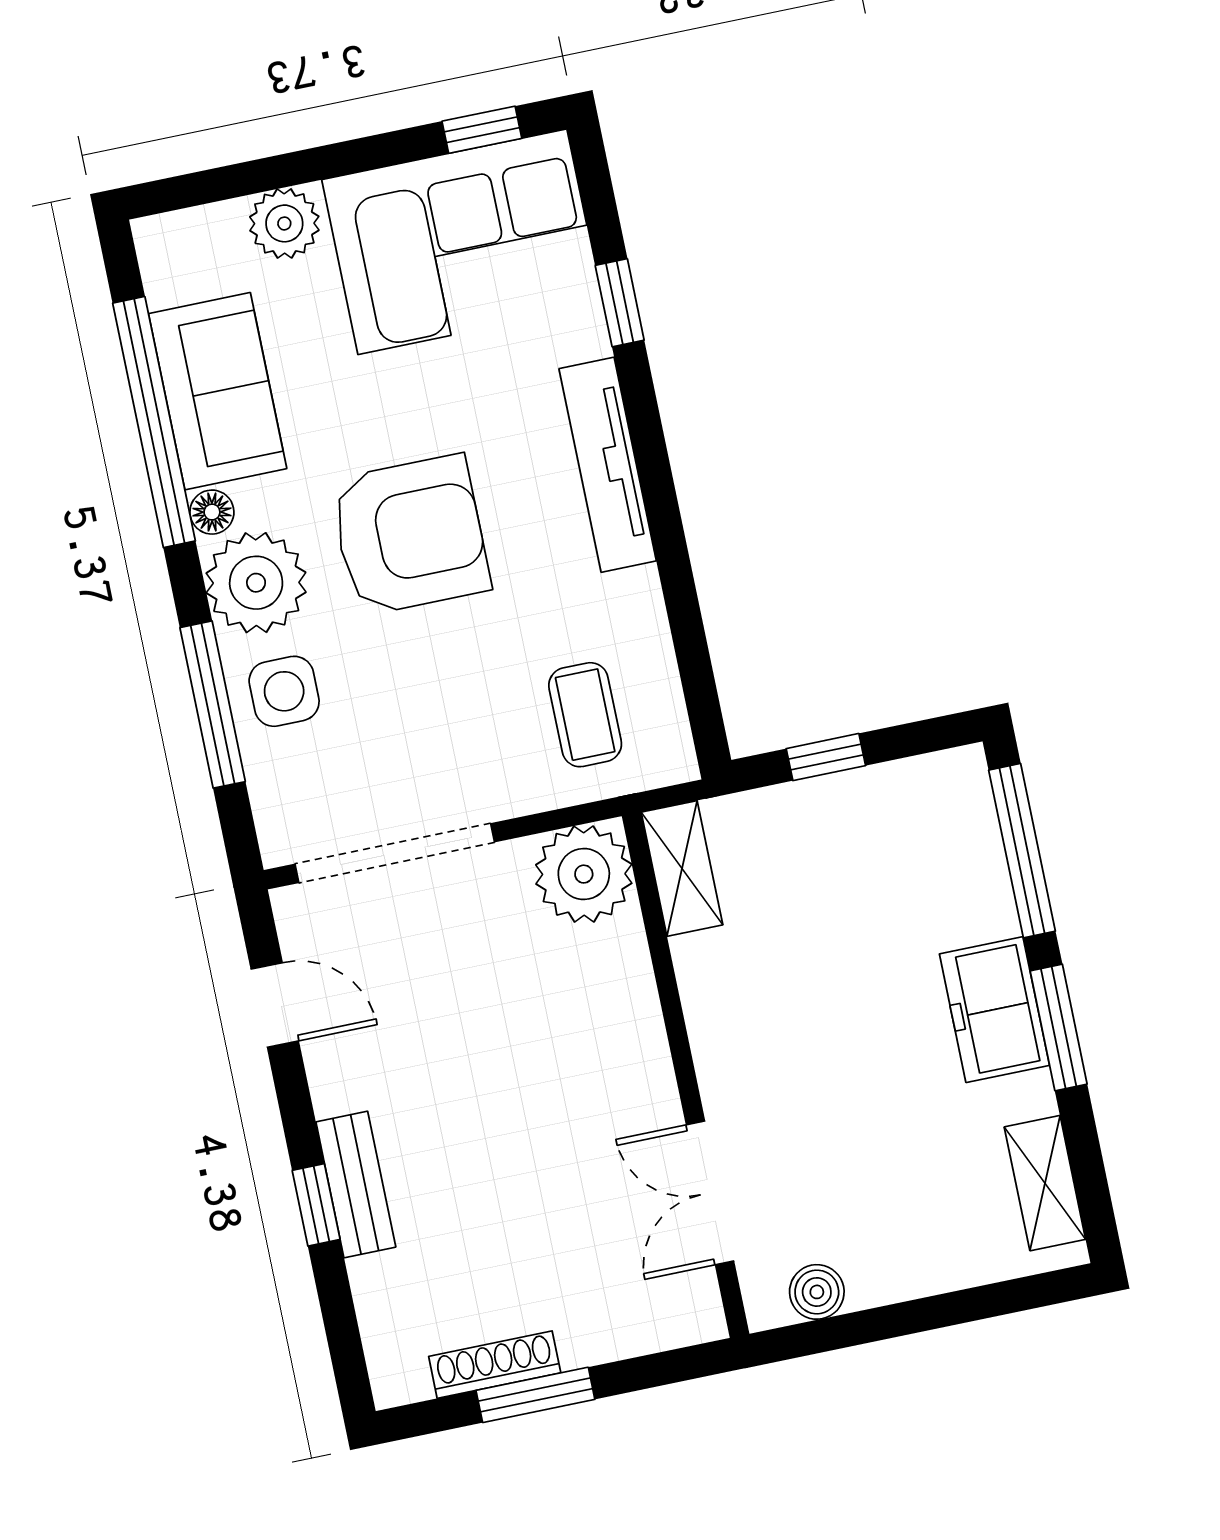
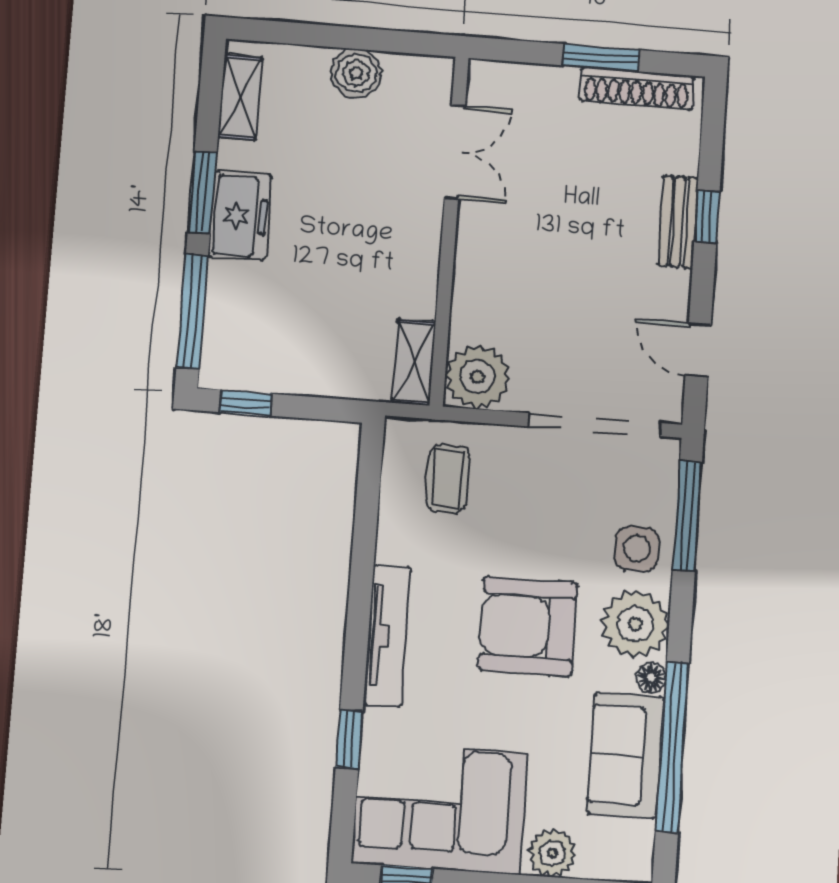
window: (213, 705) -> (687, 516), moved
window: (826, 757) -> (246, 403), moved
boiler: (817, 1292) -> (356, 73), moved, width x1.36, depth x1.36
shoe rack: (495, 1365) -> (637, 88), width x1.36, depth x1.24

